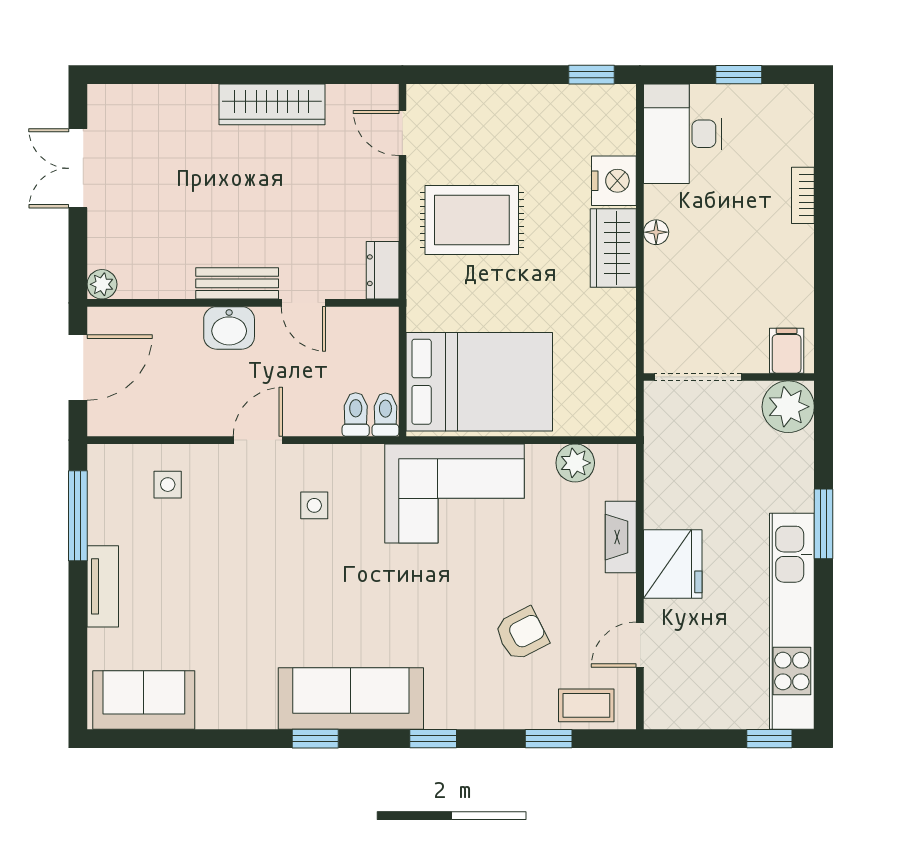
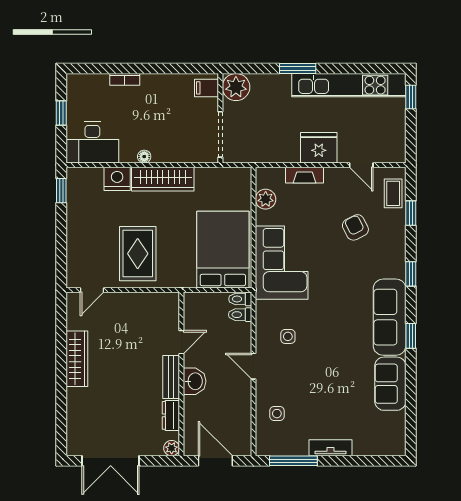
double door: (78, 168) -> (111, 461), width x1.37
wardrobe: (613, 248) -> (163, 179), width x1.50
dresser: (383, 270) -> (171, 415), moved, turned 90
sofa: (144, 700) -> (390, 384), moved

